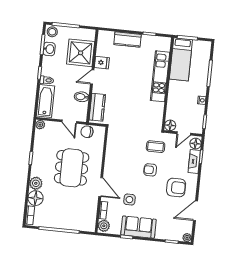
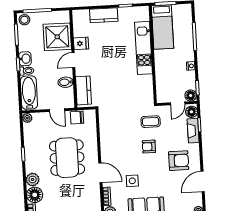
washbasin: (49, 49) -> (25, 59), moved
floor lamp: (170, 125) -> (191, 96), moved

